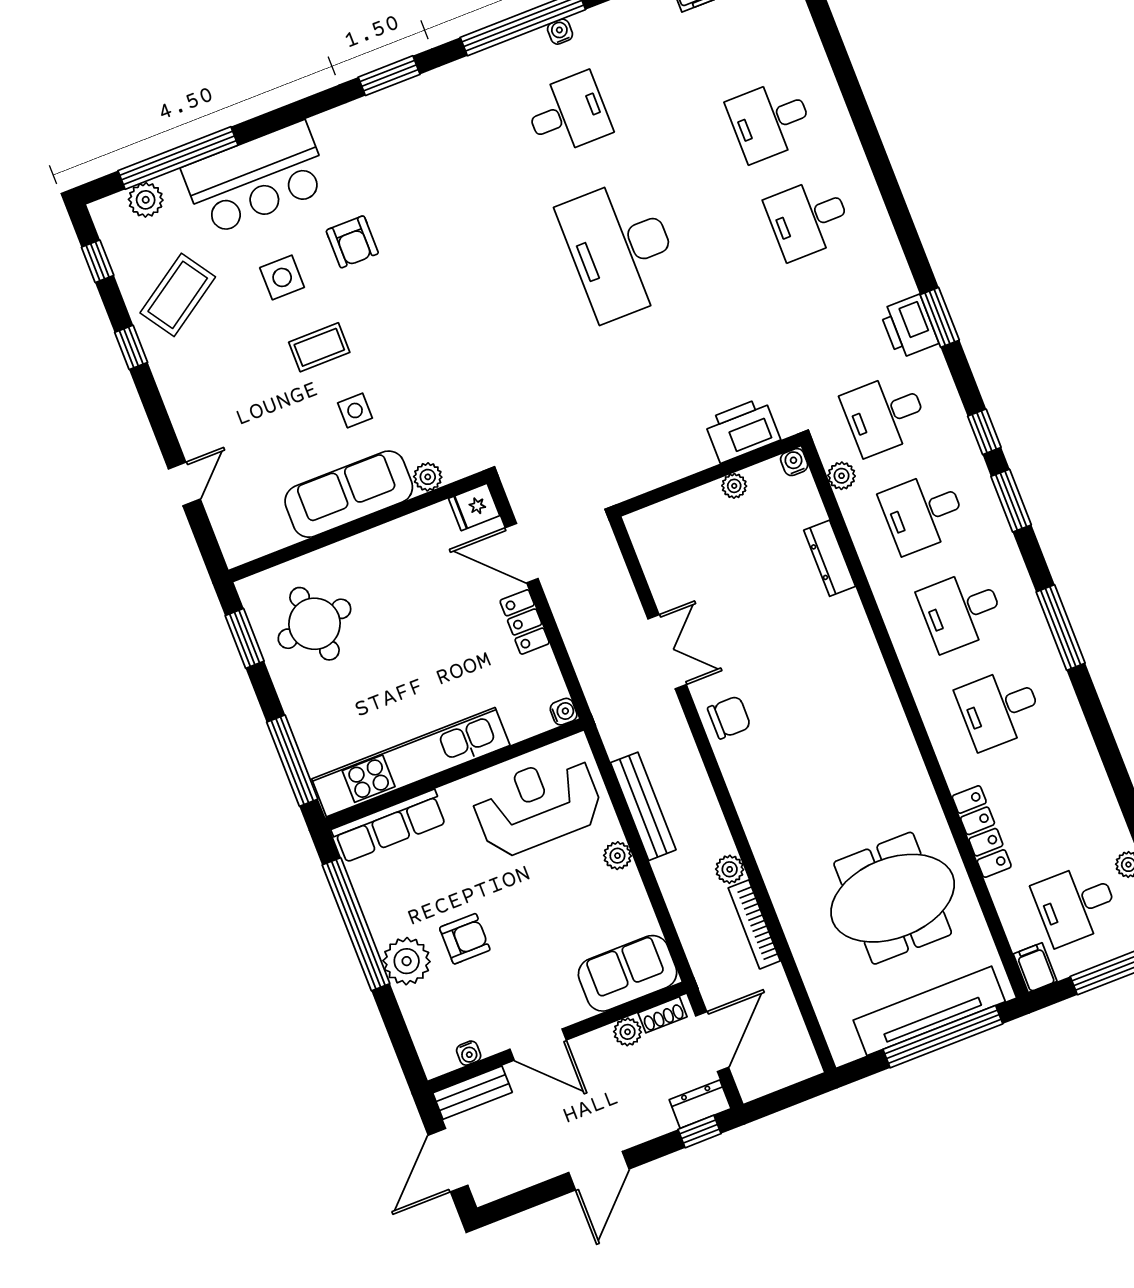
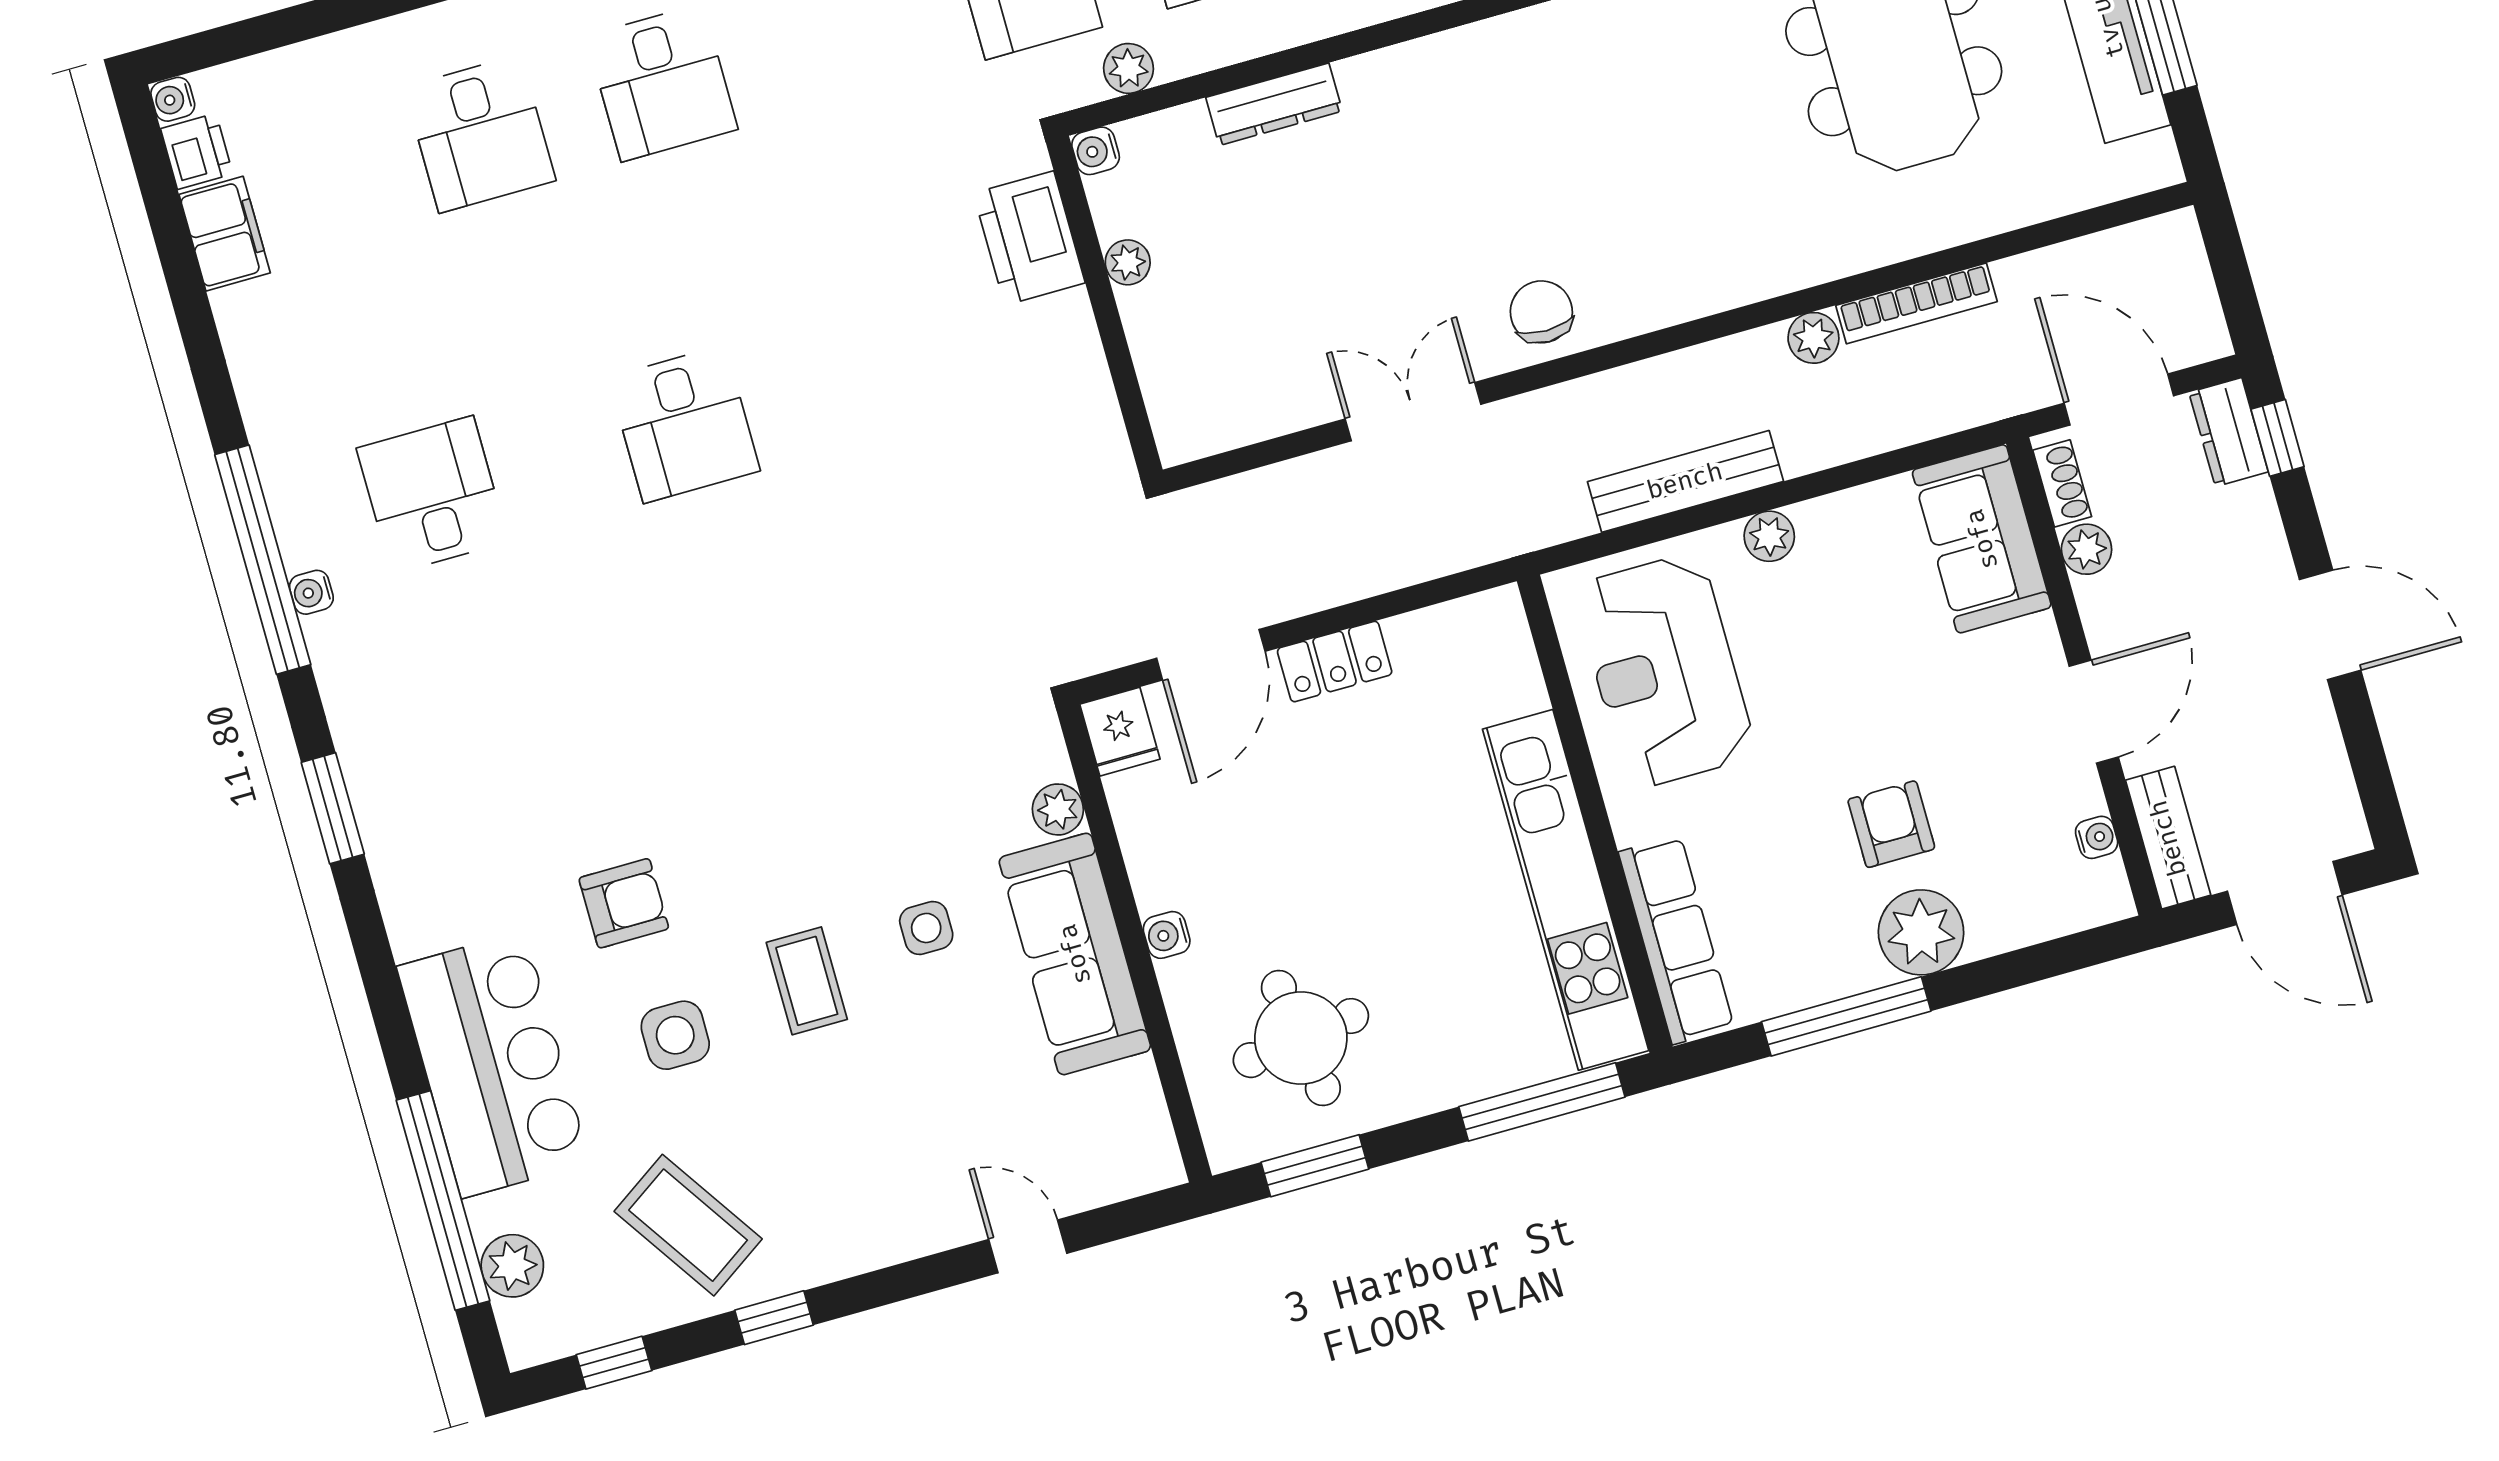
water cooler: (560, 32) -> (311, 592), moved
desk: (621, 249) -> (684, 424), width x0.53, depth x0.77
water cooler: (564, 712) -> (1167, 935), moved, turned -90
window: (356, 924) -> (1846, 1016), width x0.68

